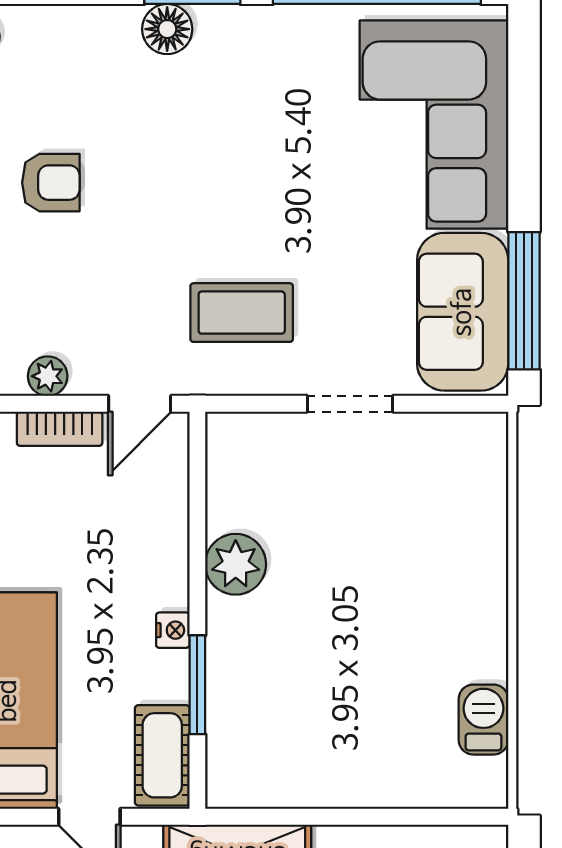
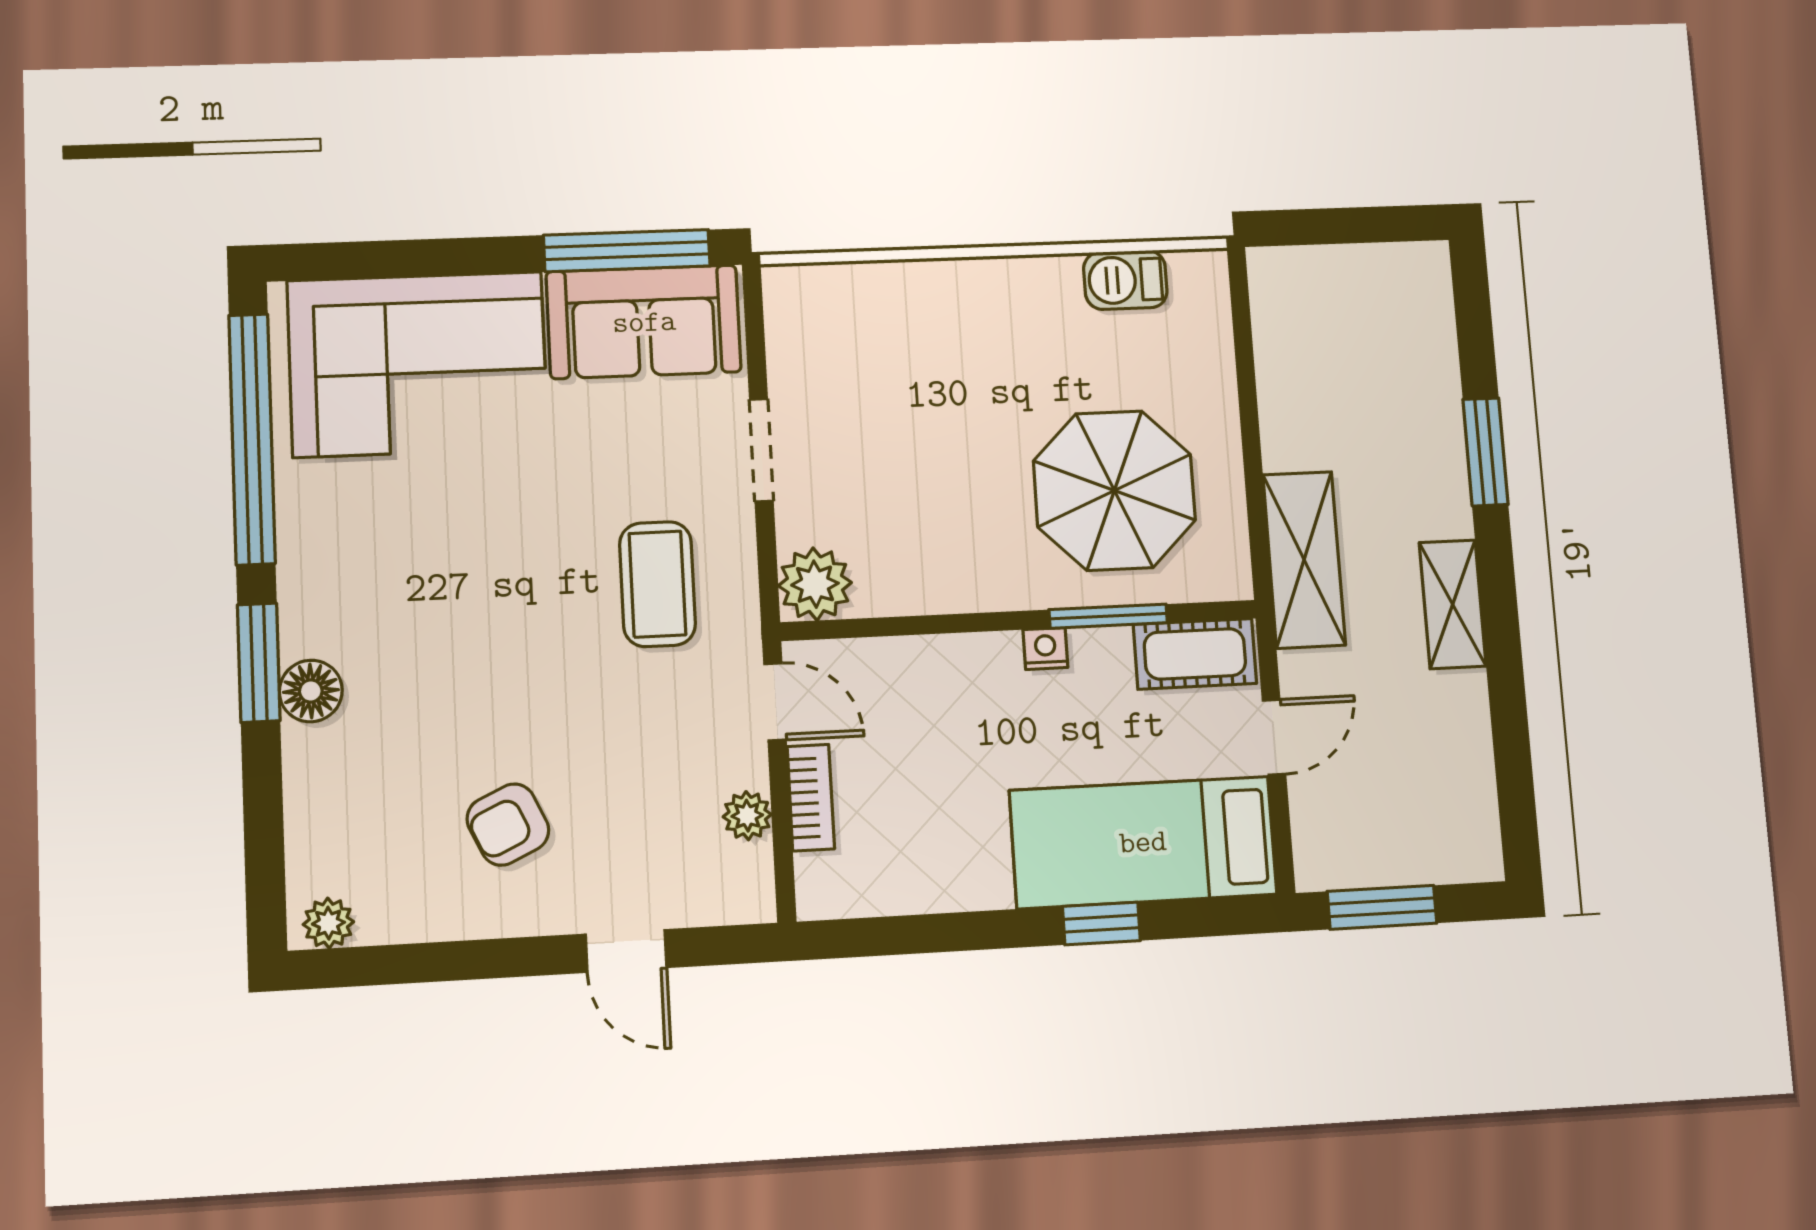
armchair: (51, 183) -> (508, 825), turned -115
plant: (236, 564) -> (815, 584), moved
parasol: (303, 697) -> (1114, 491), added

